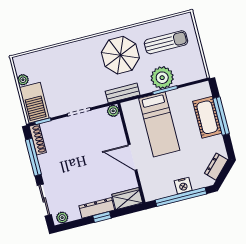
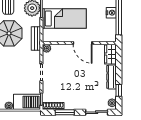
window: (33, 157) -> (65, 112), width x0.69
door: (133, 157) -> (83, 43), hinge flipped
window: (102, 217) -> (119, 90), moved

